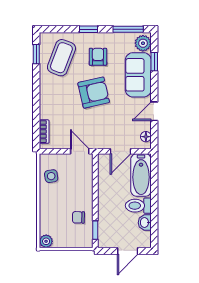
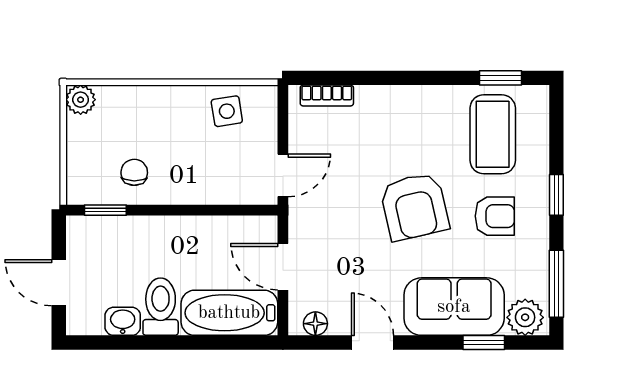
coffee table: (61, 58) -> (493, 134), turned 69

